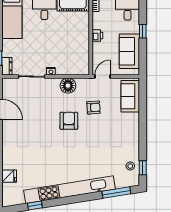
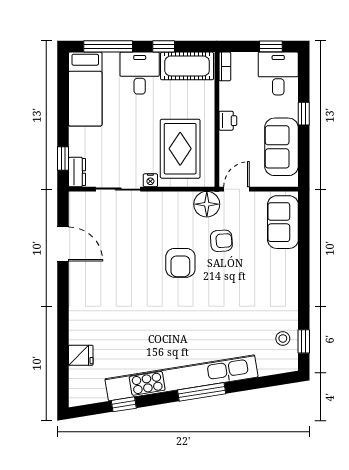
rug: (69, 52) -> (180, 149), added
floor lamp: (68, 86) -> (207, 204), moved
armchair: (69, 121) -> (180, 263), turned 180
window: (116, 193) -> (202, 392), moved

